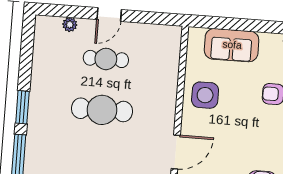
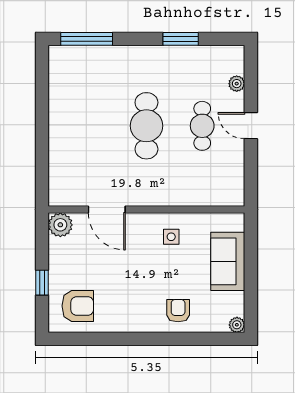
side table: (205, 95) -> (171, 237), width x0.54, depth x0.54
window: (22, 107) -> (181, 39), moved

